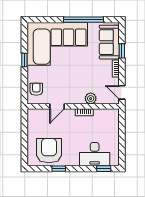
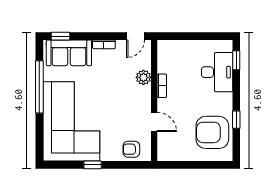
window: (122, 51) -> (60, 36), moved

